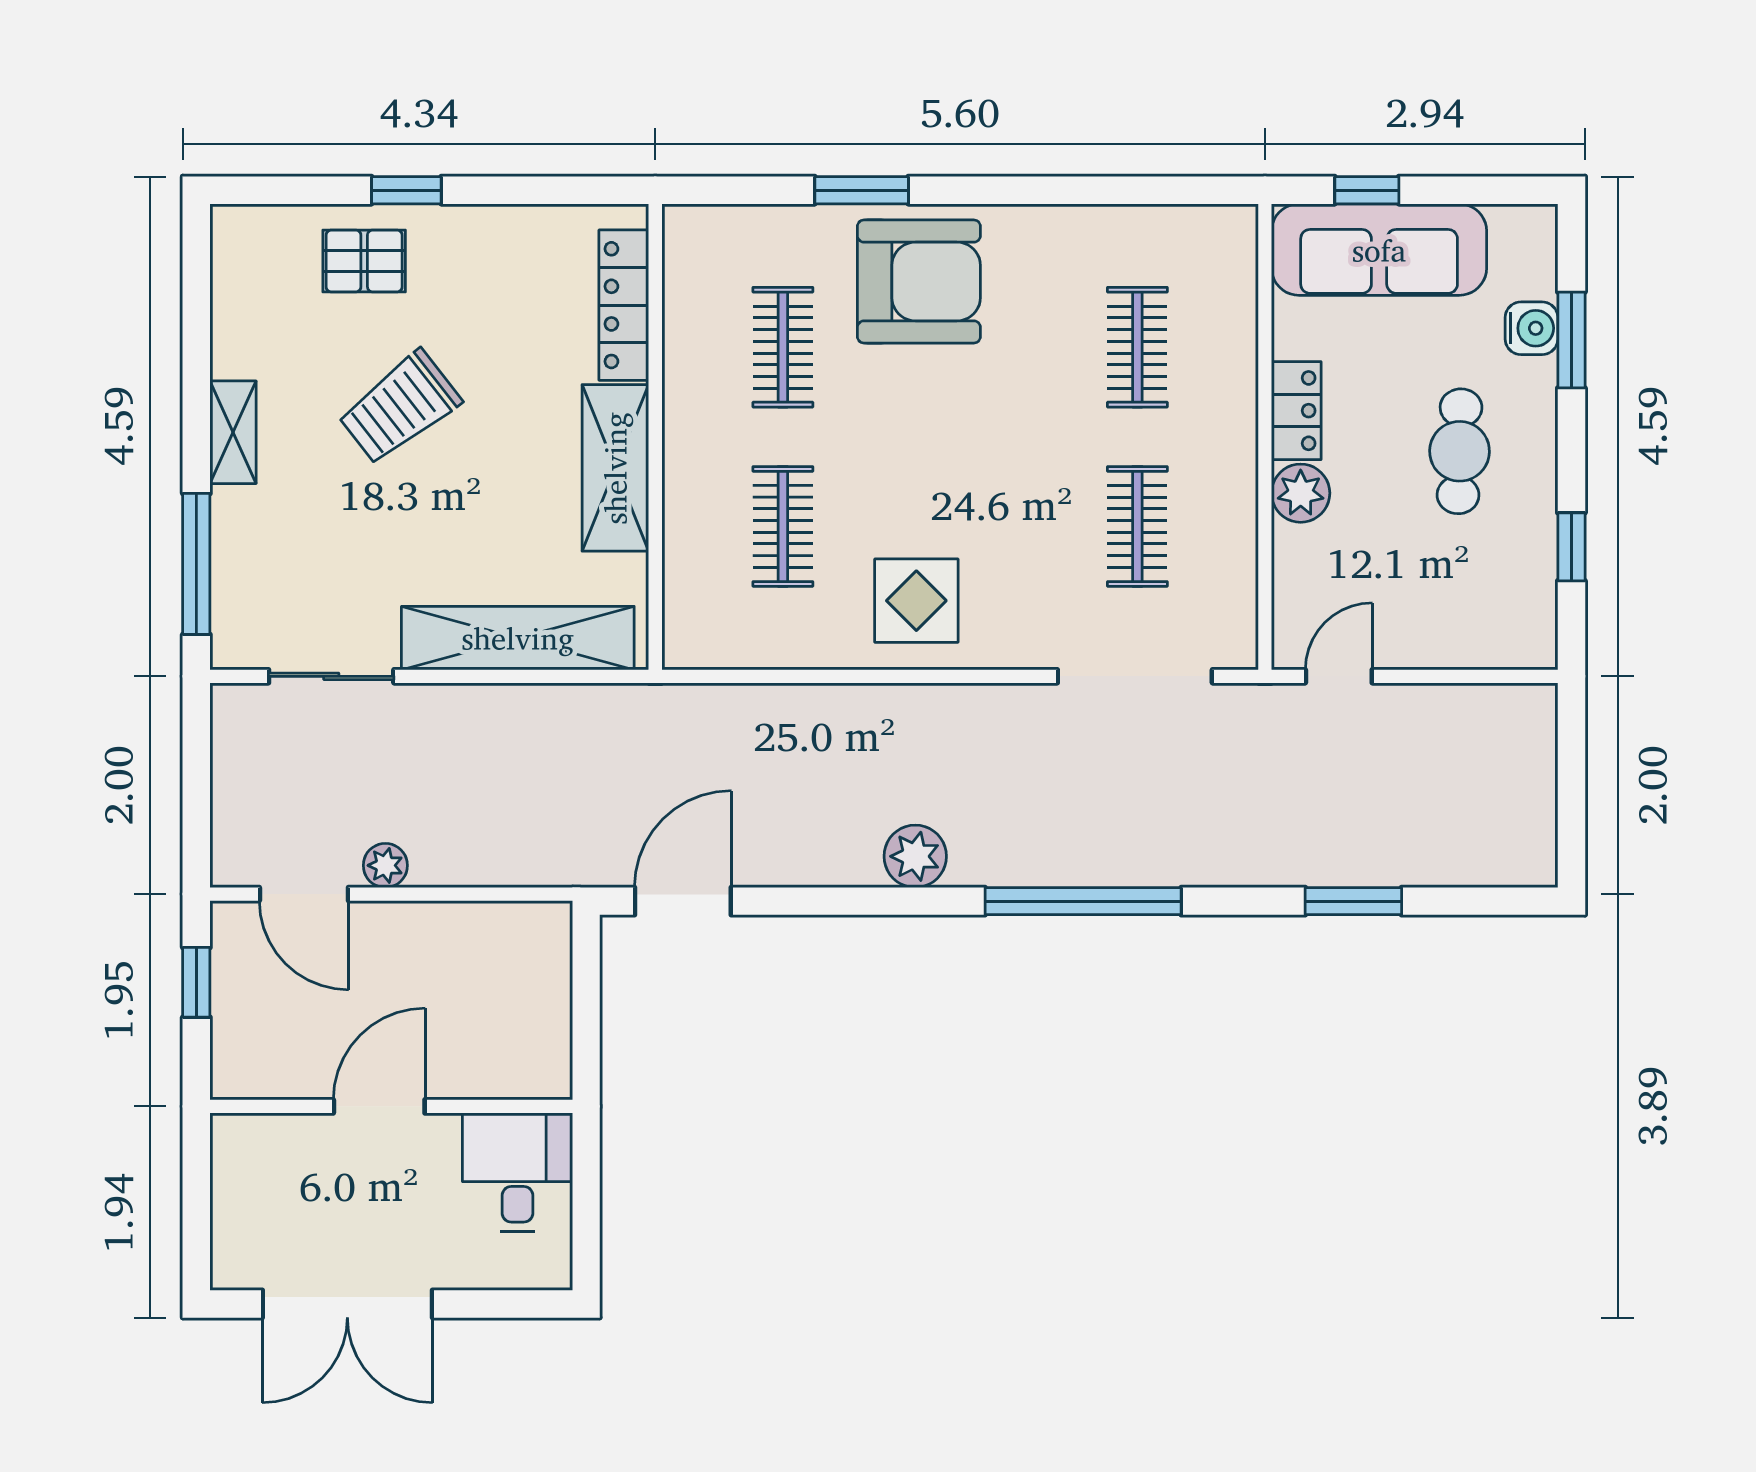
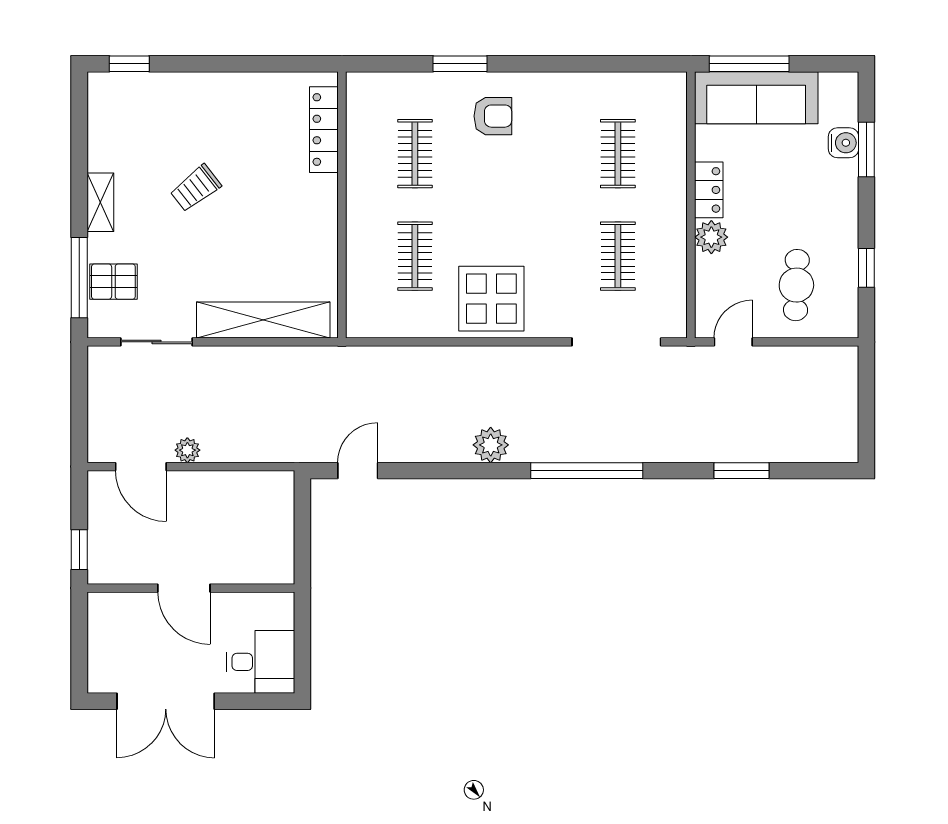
window: (406, 190) -> (129, 64), moved
window: (1367, 190) -> (749, 64), width x2.17
pallet: (364, 261) -> (113, 282), moved
armchair: (919, 282) -> (493, 116), width x0.53, depth x0.53
trolley: (400, 408) -> (196, 188), width x0.73, depth x0.72
cafe table: (1460, 451) -> (796, 285), moved
shelving: (615, 468) -> (319, 223), removed
display table: (916, 601) -> (491, 299), width x1.36, depth x1.36
door: (683, 901) -> (358, 471), width x0.73
window: (196, 982) -> (79, 550), moved
door: (379, 1106) -> (184, 588), swing flipped
desk: (517, 1172) -> (261, 662), moved, turned 90

